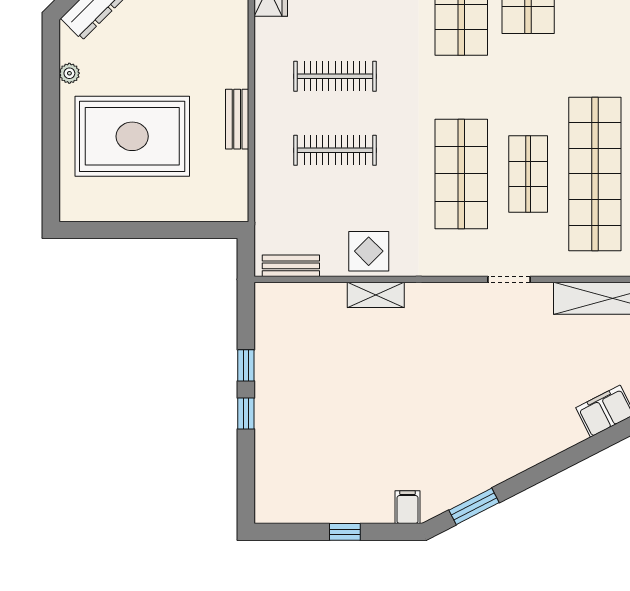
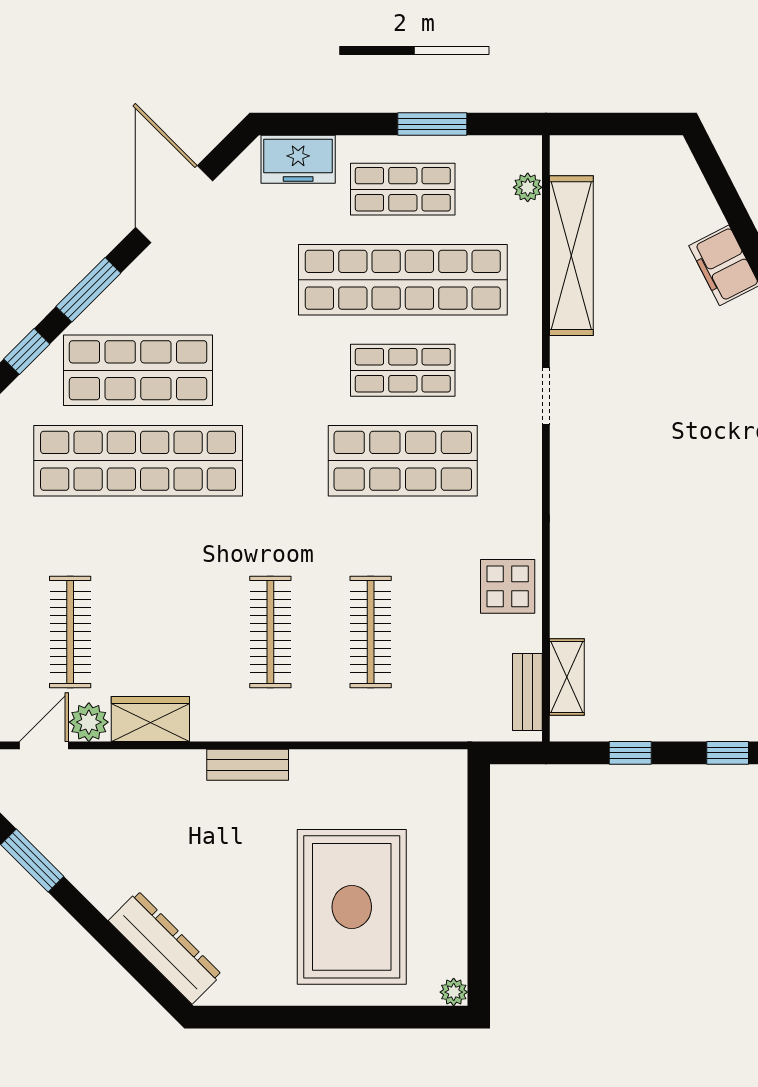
plant: (69, 73) -> (454, 992), moved
bench: (237, 119) -> (248, 765), moved
shelving: (376, 295) -> (567, 677), moved
window: (246, 365) -> (630, 753), moved

